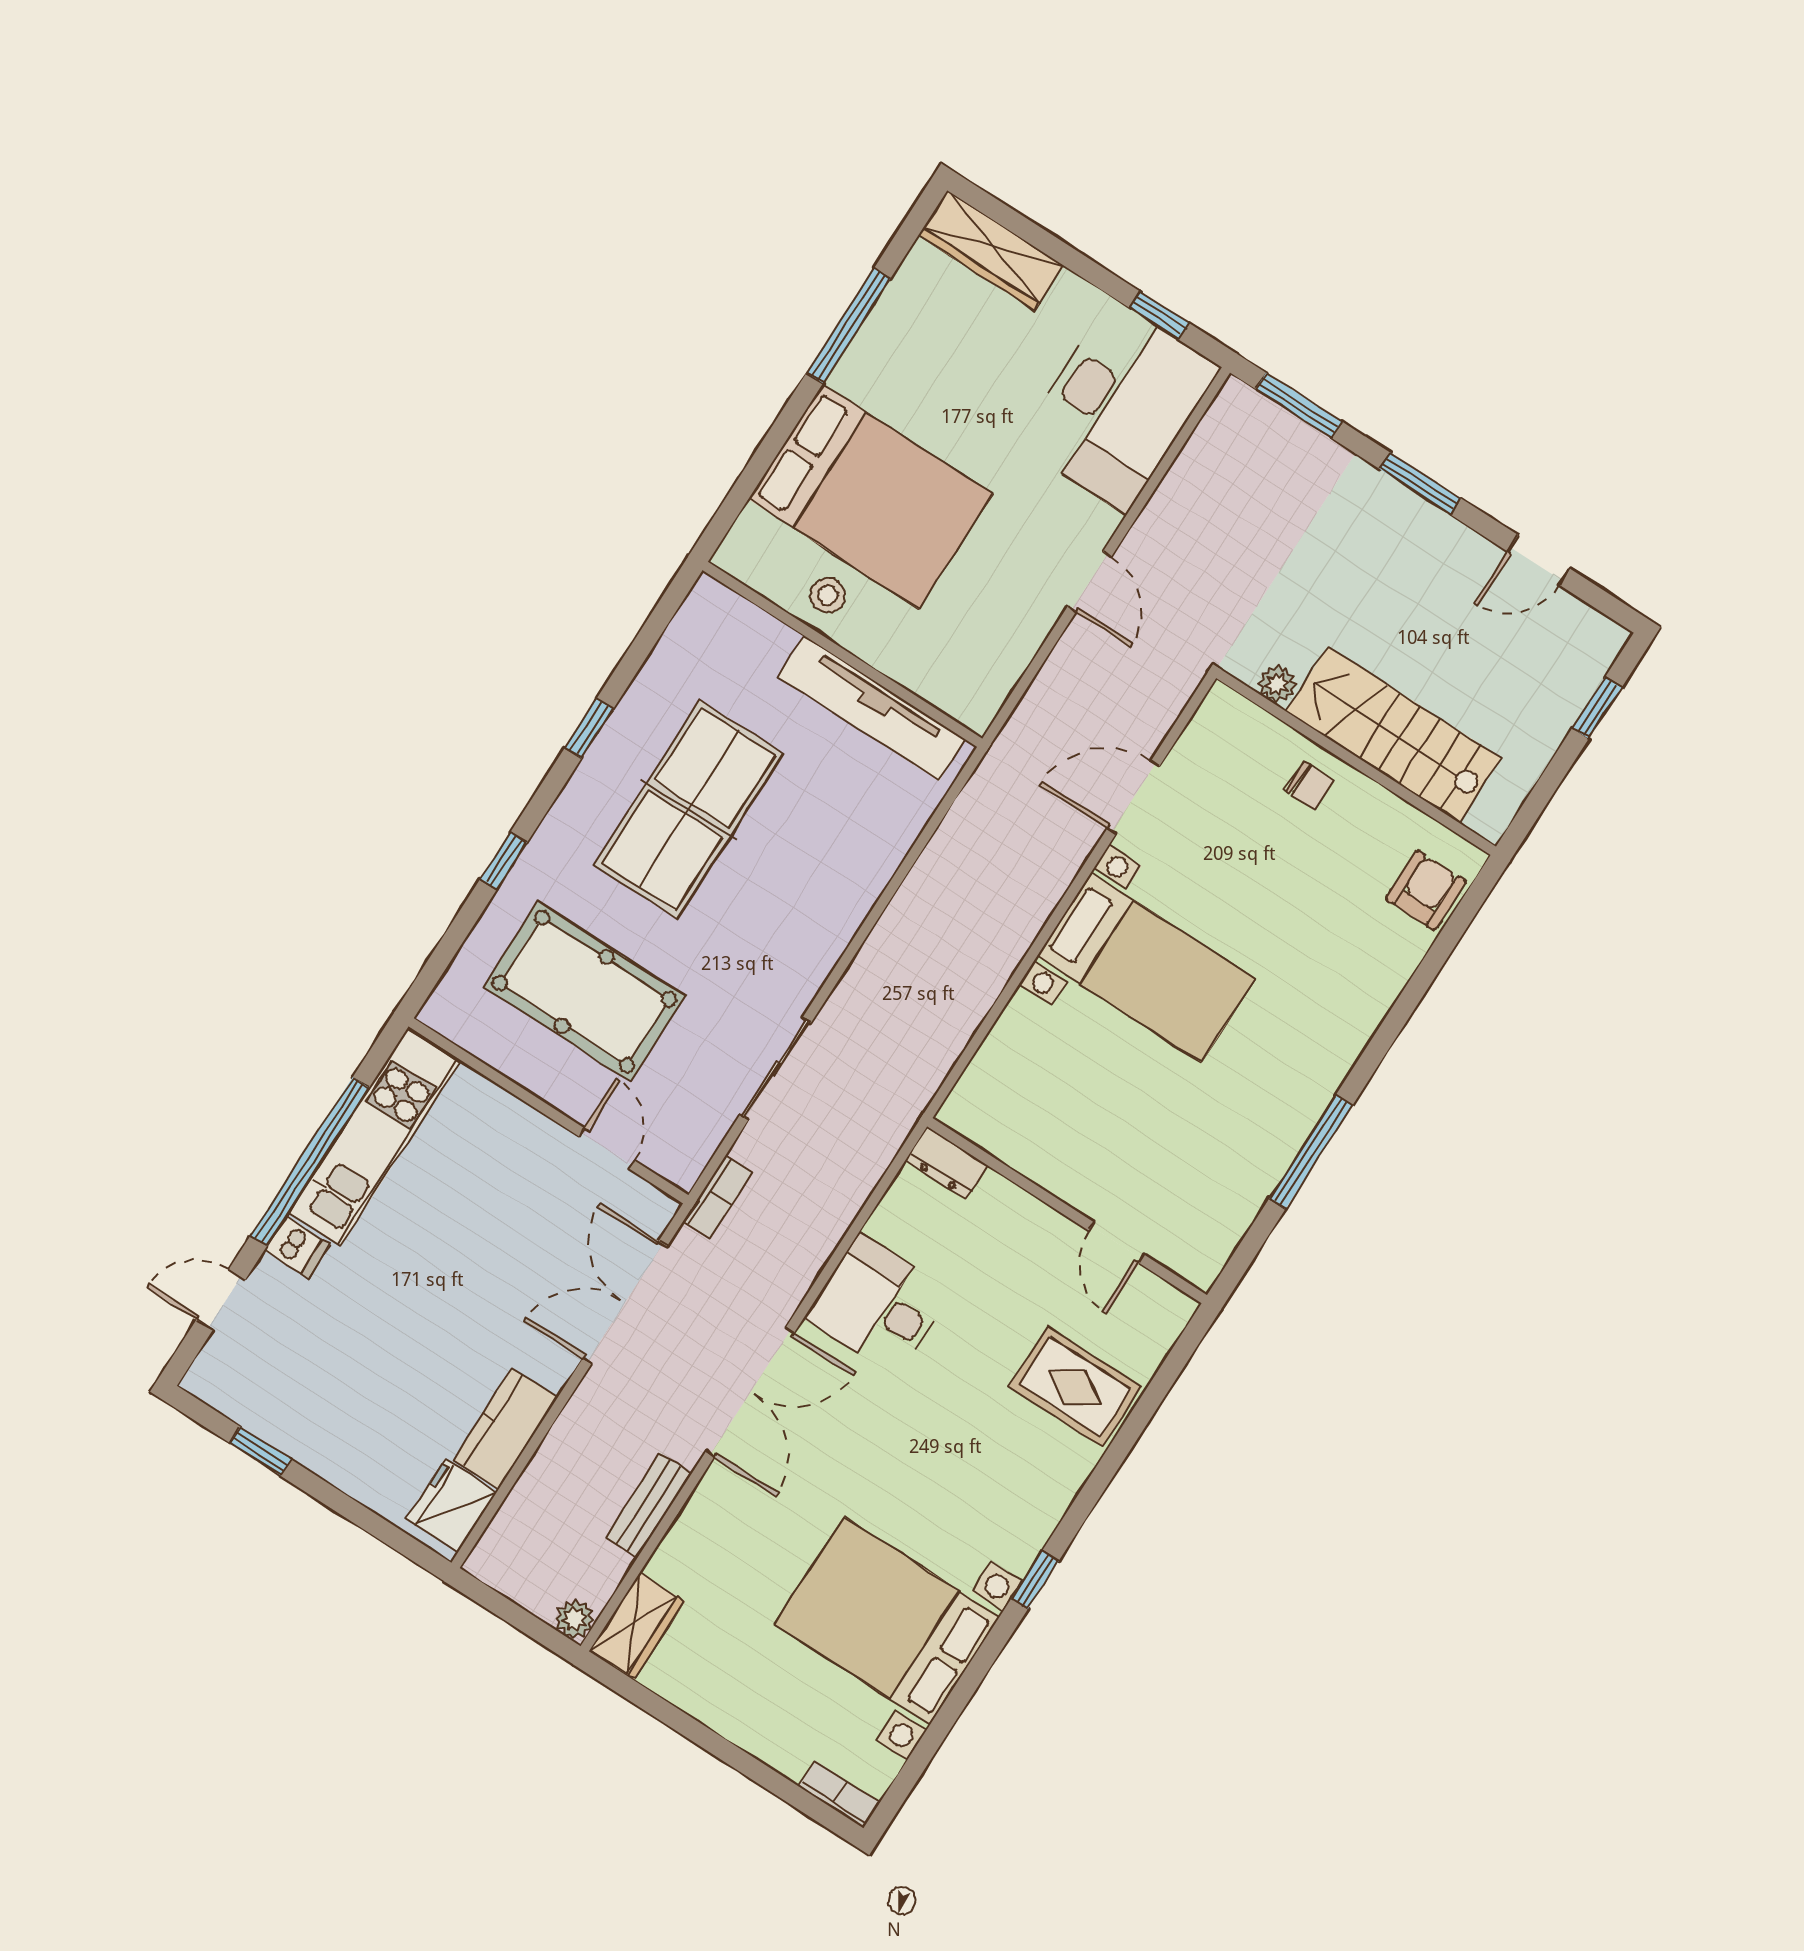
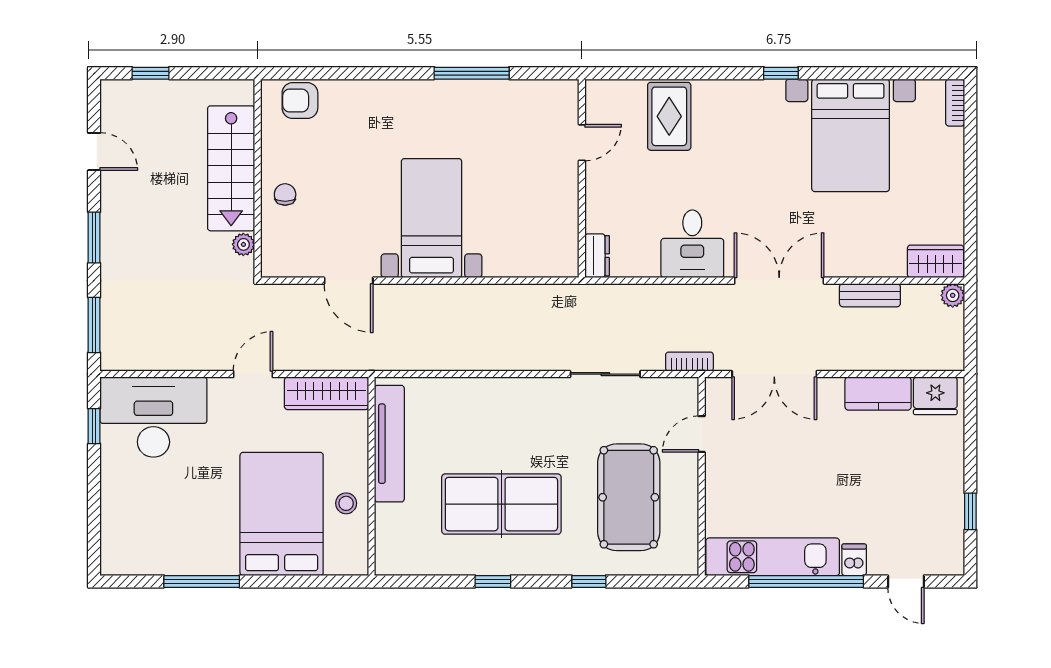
wardrobe: (991, 250) -> (326, 393), moved, turned 90

